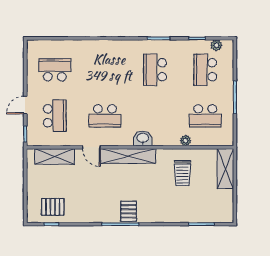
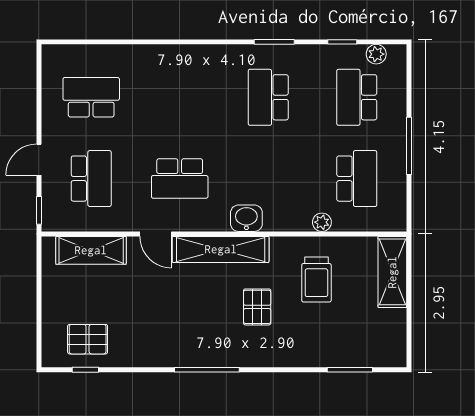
school desk: (205, 116) -> (357, 179), turned -90
pallet: (129, 211) -> (257, 307), moved

